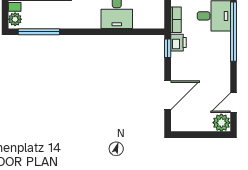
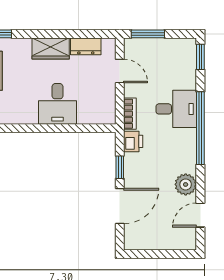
window: (168, 48) -> (120, 167), moved
plant: (221, 123) -> (186, 184), moved

